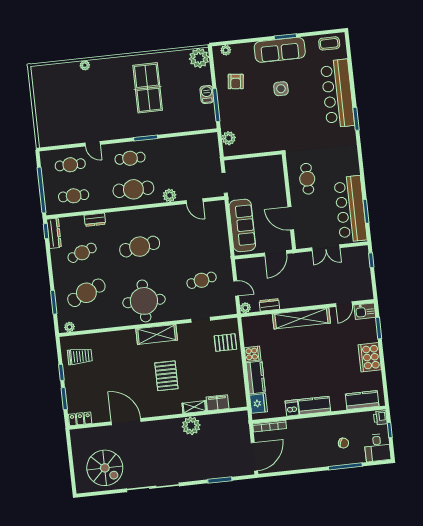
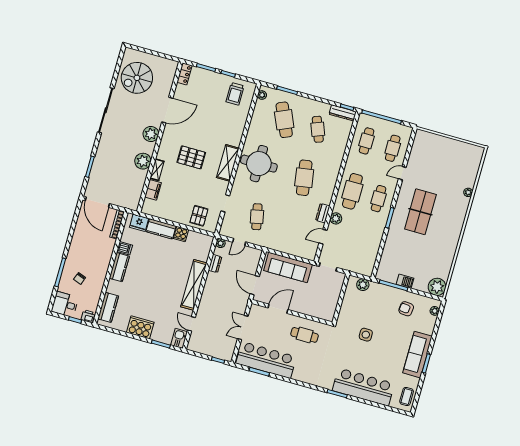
table tennis table: (148, 88) -> (420, 212), moved, turned 90
side table: (281, 89) -> (366, 335), moved
dresser: (95, 220) -> (323, 213), moved
plant: (159, 429) -> (151, 134), added

